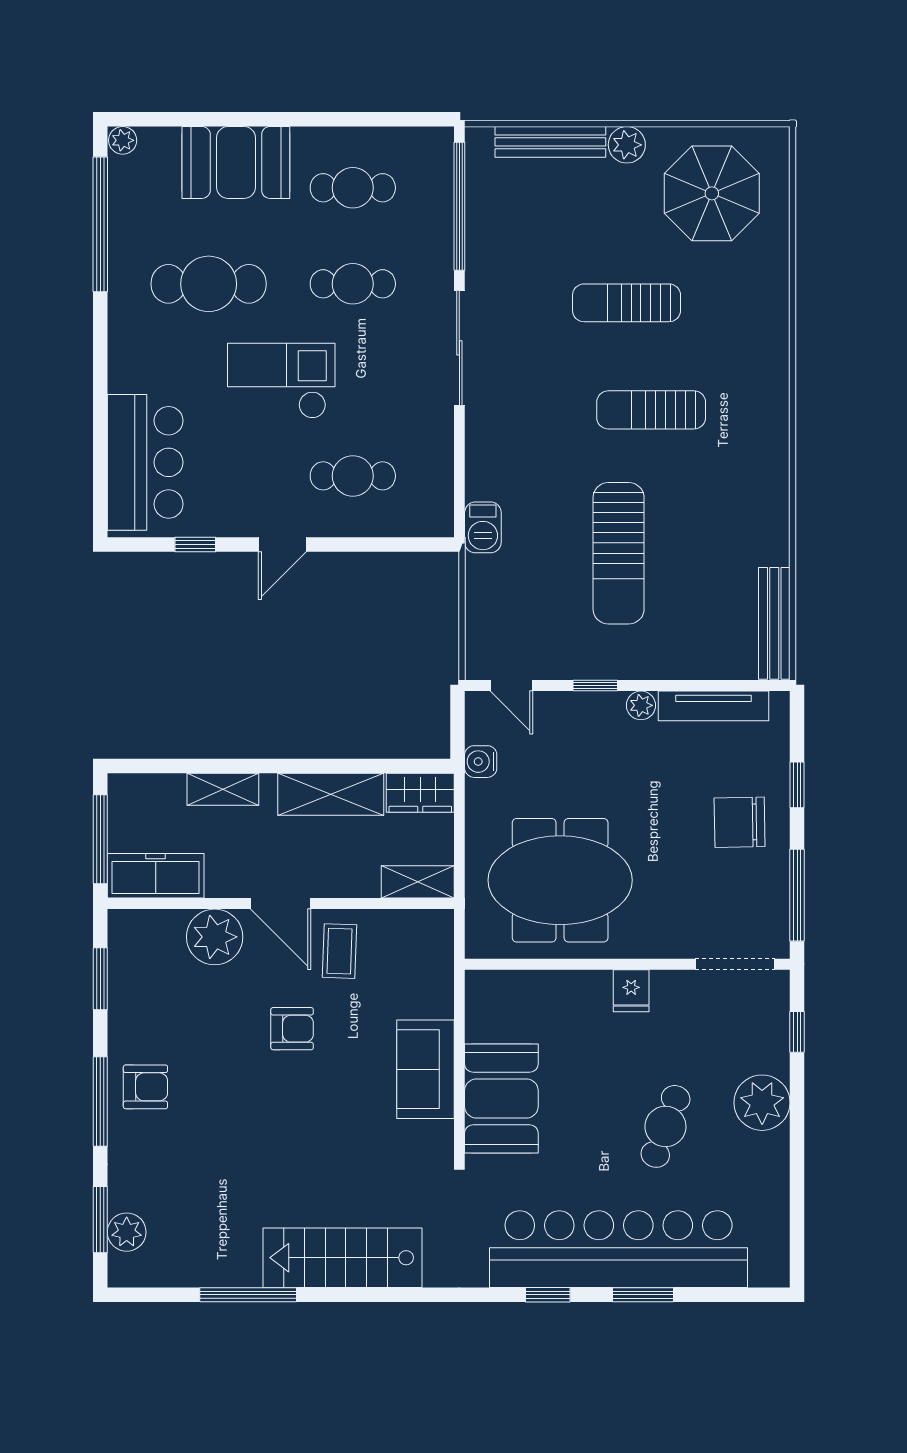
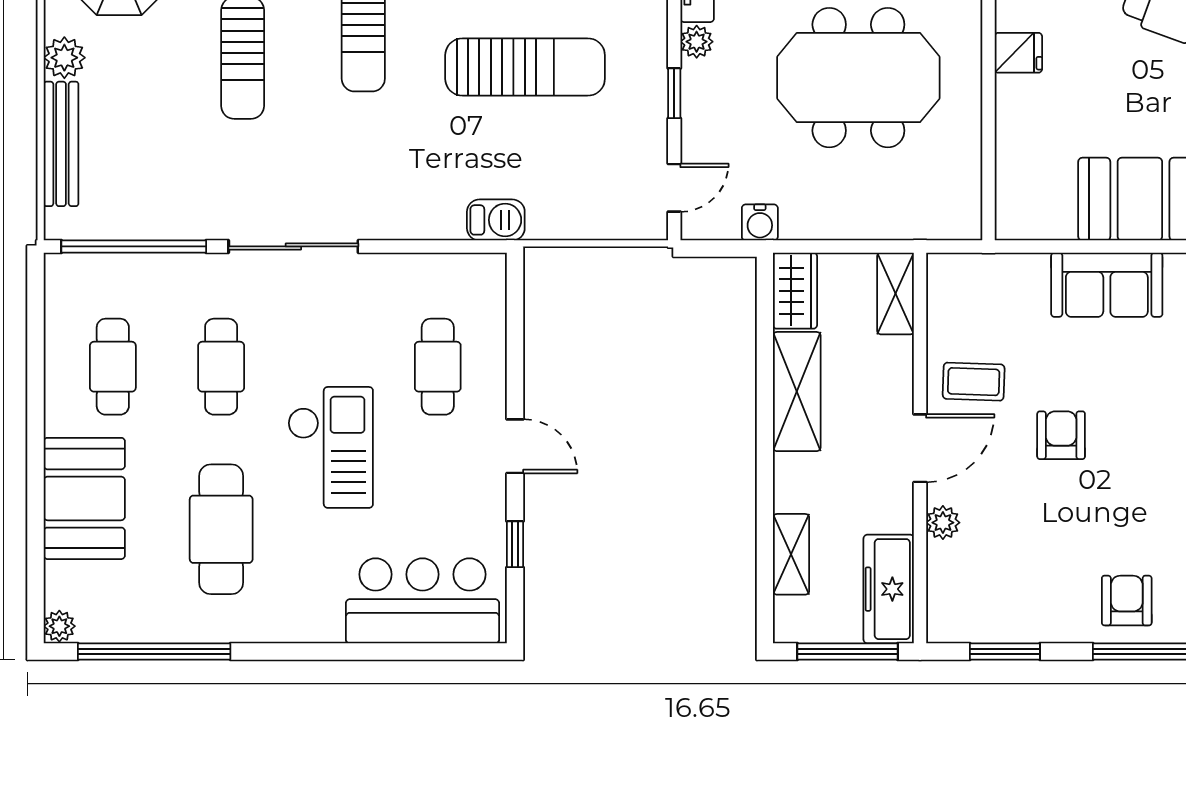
checkout: (281, 381) -> (331, 447), turned 180
shelving: (223, 789) -> (791, 554), moved
meeting table: (560, 880) -> (858, 78), moved, turned 90
plant: (215, 937) -> (943, 523), width x0.53, depth x0.53

